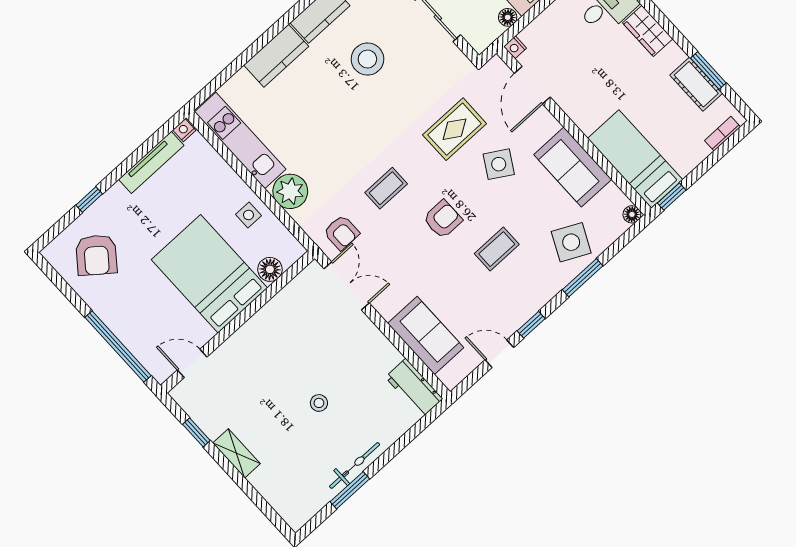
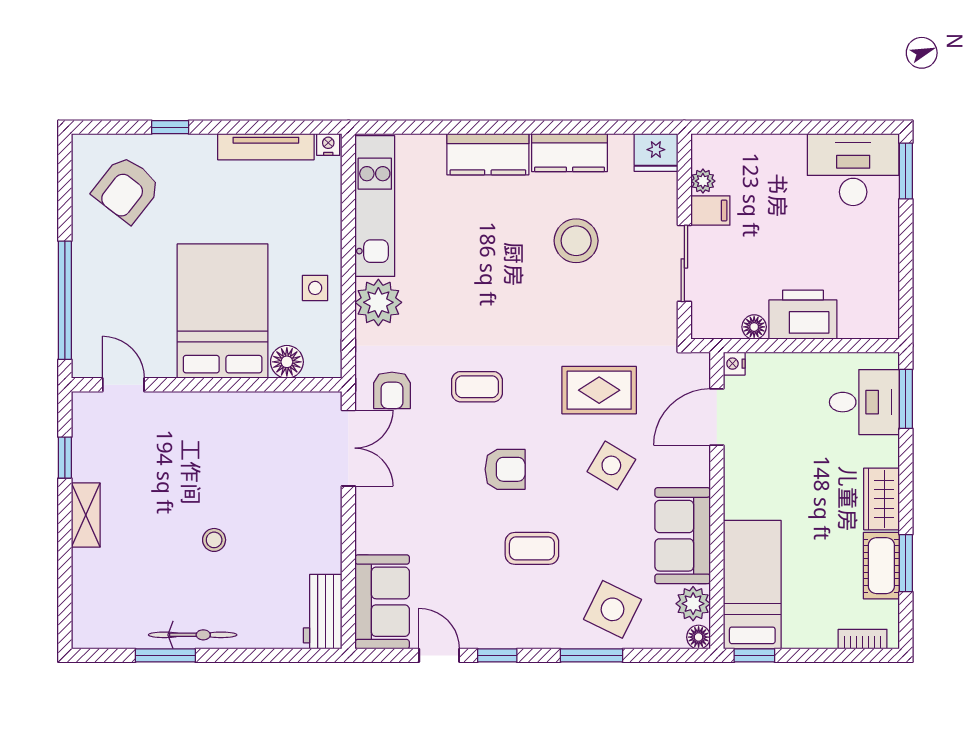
wardrobe: (648, 31) -> (882, 499), moved
plant: (612, 199) -> (693, 604), added
sofa: (426, 335) -> (382, 602), moved

